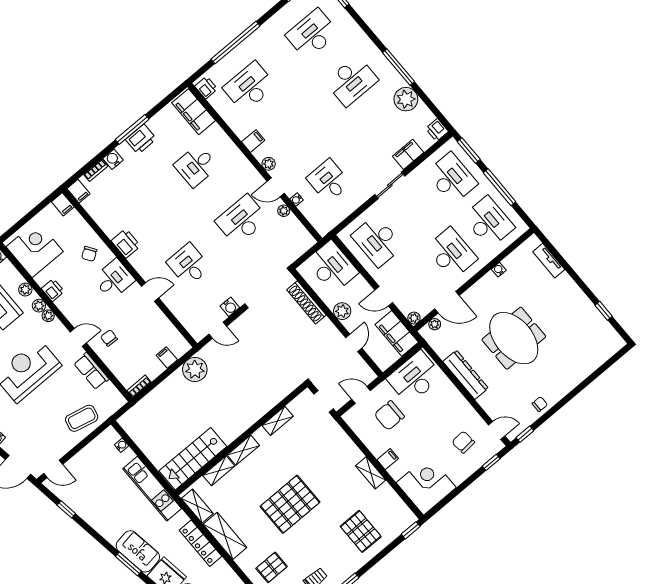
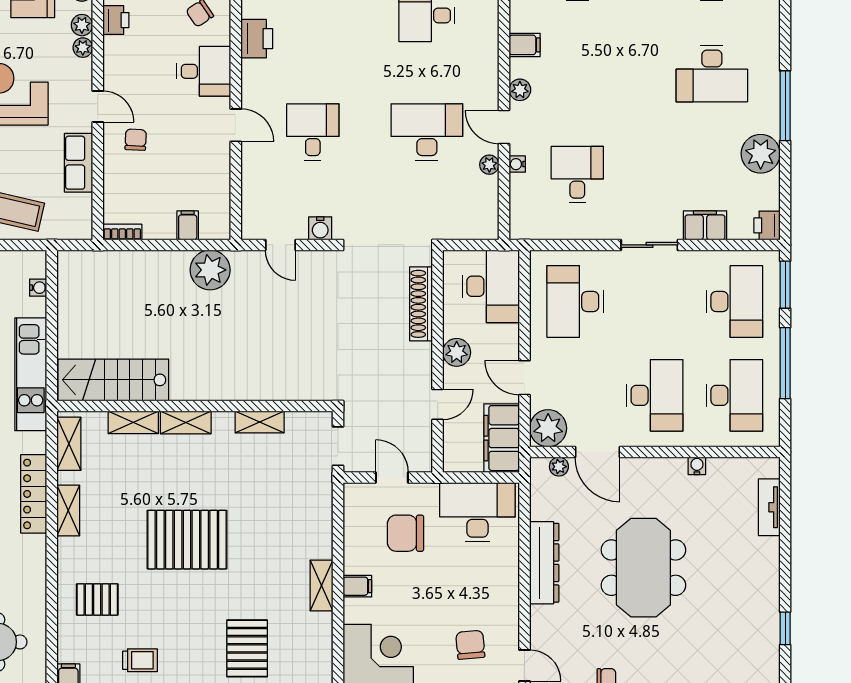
plant: (414, 318) -> (548, 428), width x1.87, depth x1.87
shelving: (225, 536) -> (68, 511), width x0.67, depth x0.75

